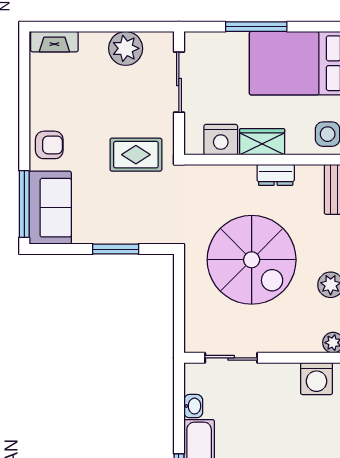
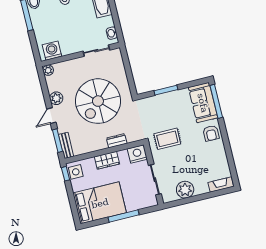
nightstand: (221, 140) -> (137, 154), moved
armchair: (49, 145) -> (211, 133), turned -90
dresser: (276, 175) -> (117, 141), moved
spiral stairs: (252, 260) -> (98, 101), turned -90
washbasin: (193, 406) -> (112, 33), moved

